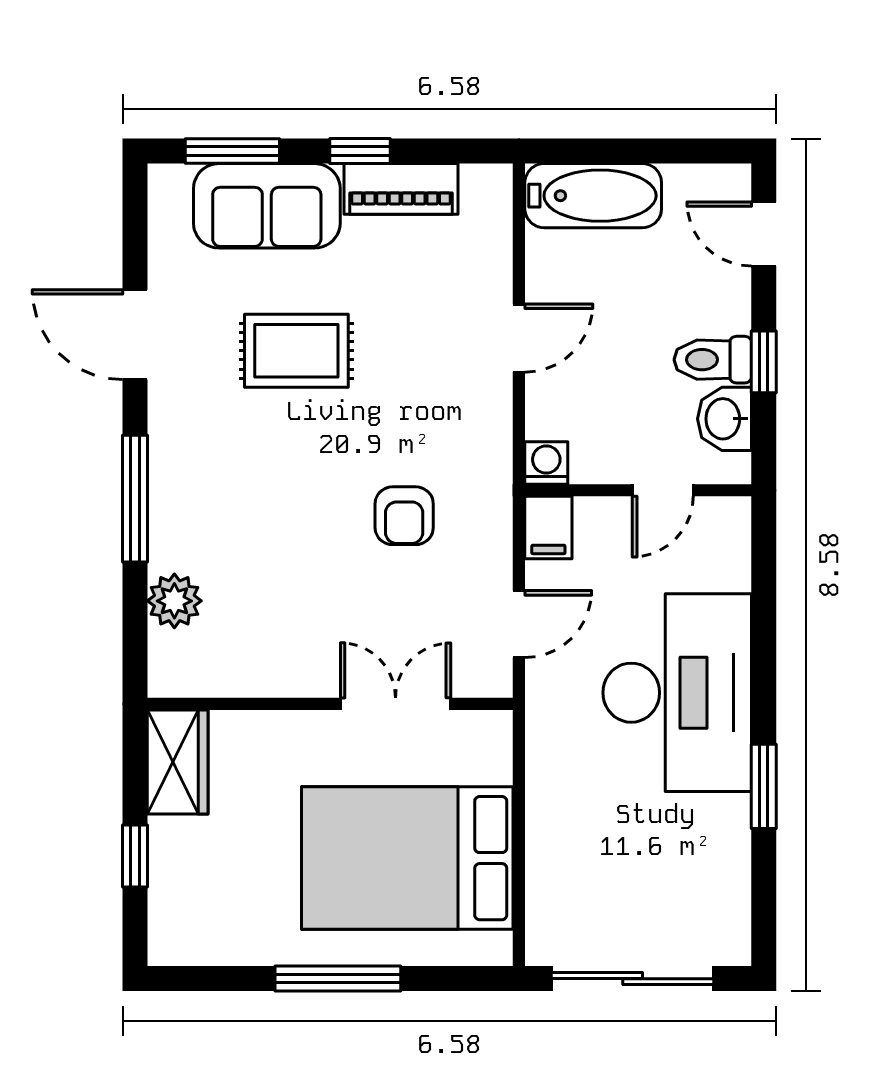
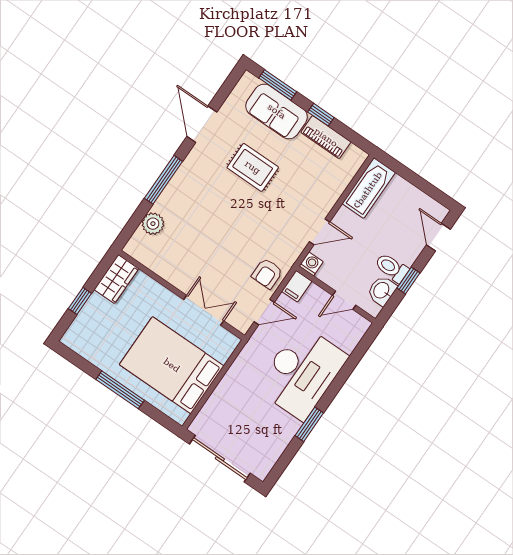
bathtub: (593, 196) -> (369, 188), moved, turned -90
door: (519, 338) -> (320, 232), moved
armchair: (404, 516) -> (267, 274), moved

